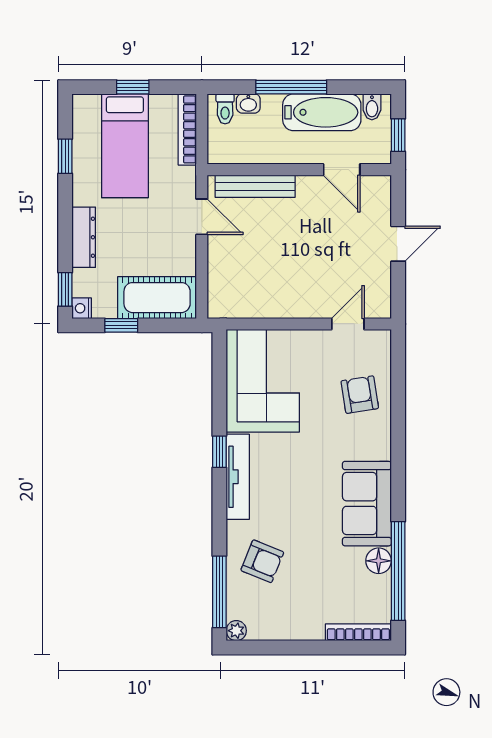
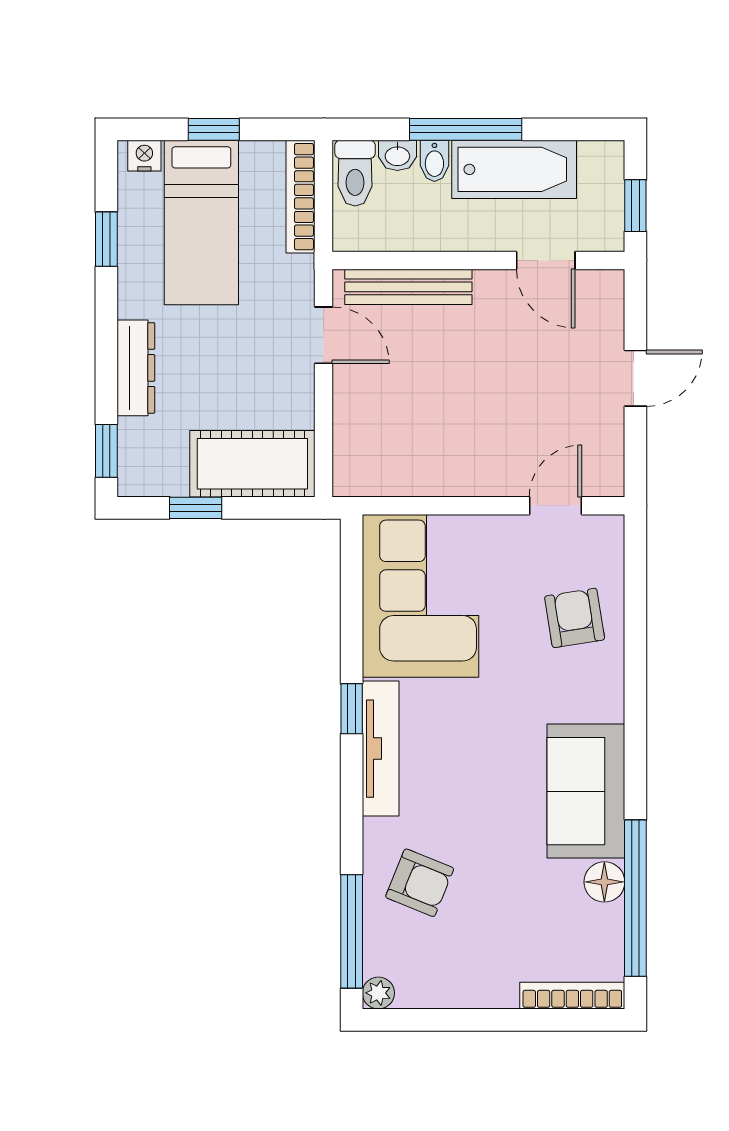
bidet: (372, 107) -> (434, 161), moved
toilet: (225, 109) -> (355, 173), width x1.37, depth x1.39
nightstand: (82, 308) -> (144, 156), moved, turned 90

